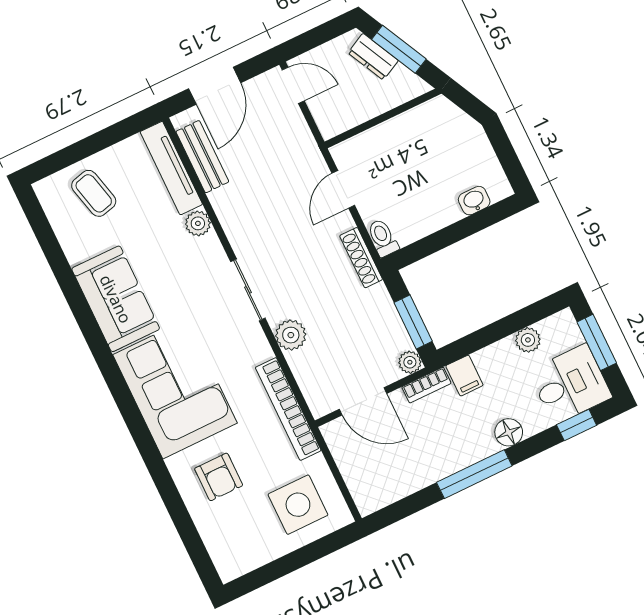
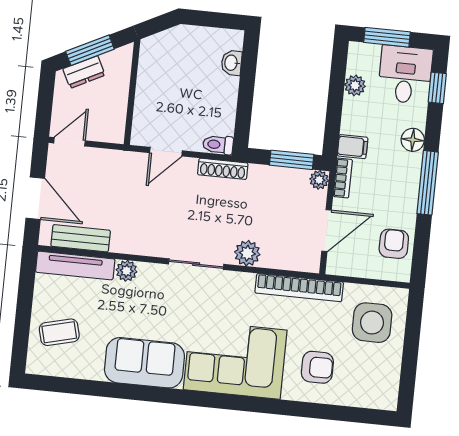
door: (343, 189) -> (166, 152), hinge flipped
armchair: (391, 478) -> (394, 244), added

